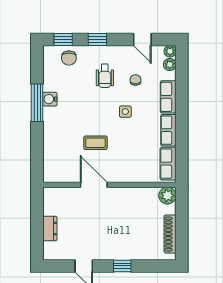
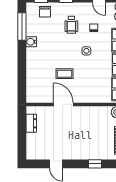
window: (37, 103) -> (22, 27), moved
dresser: (50, 229) -> (31, 123), moved
window: (122, 266) -> (95, 164), moved

